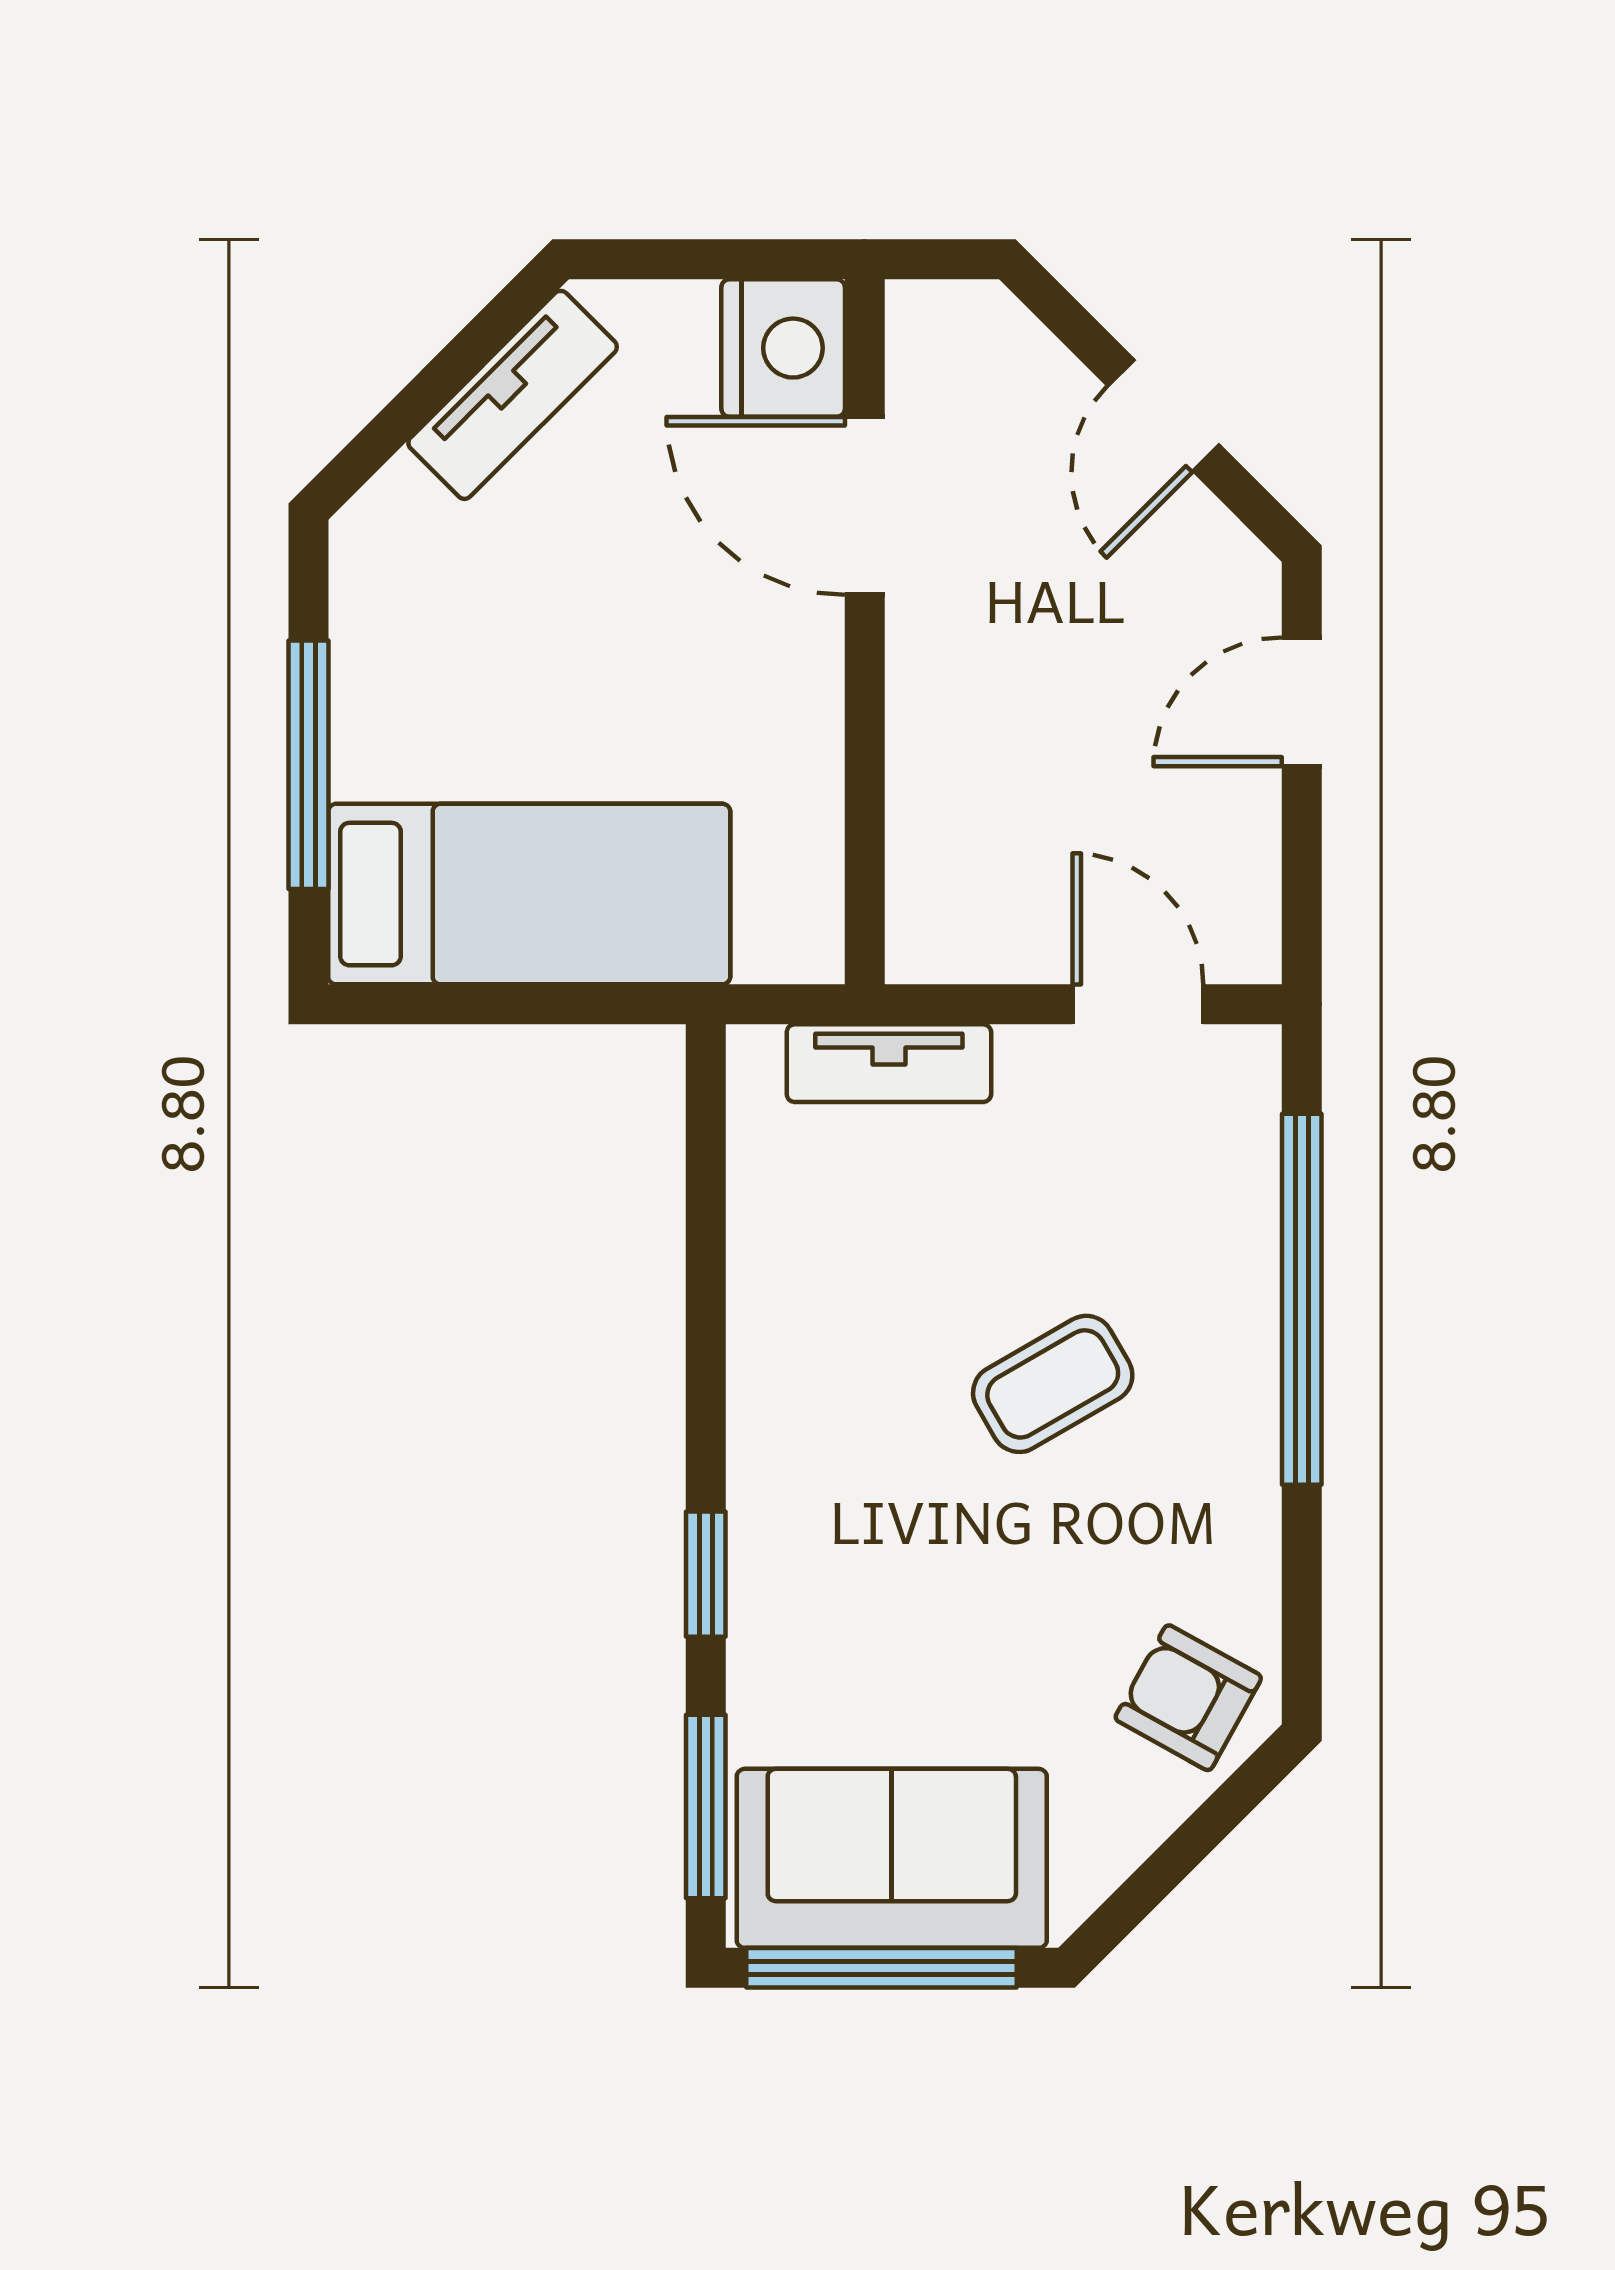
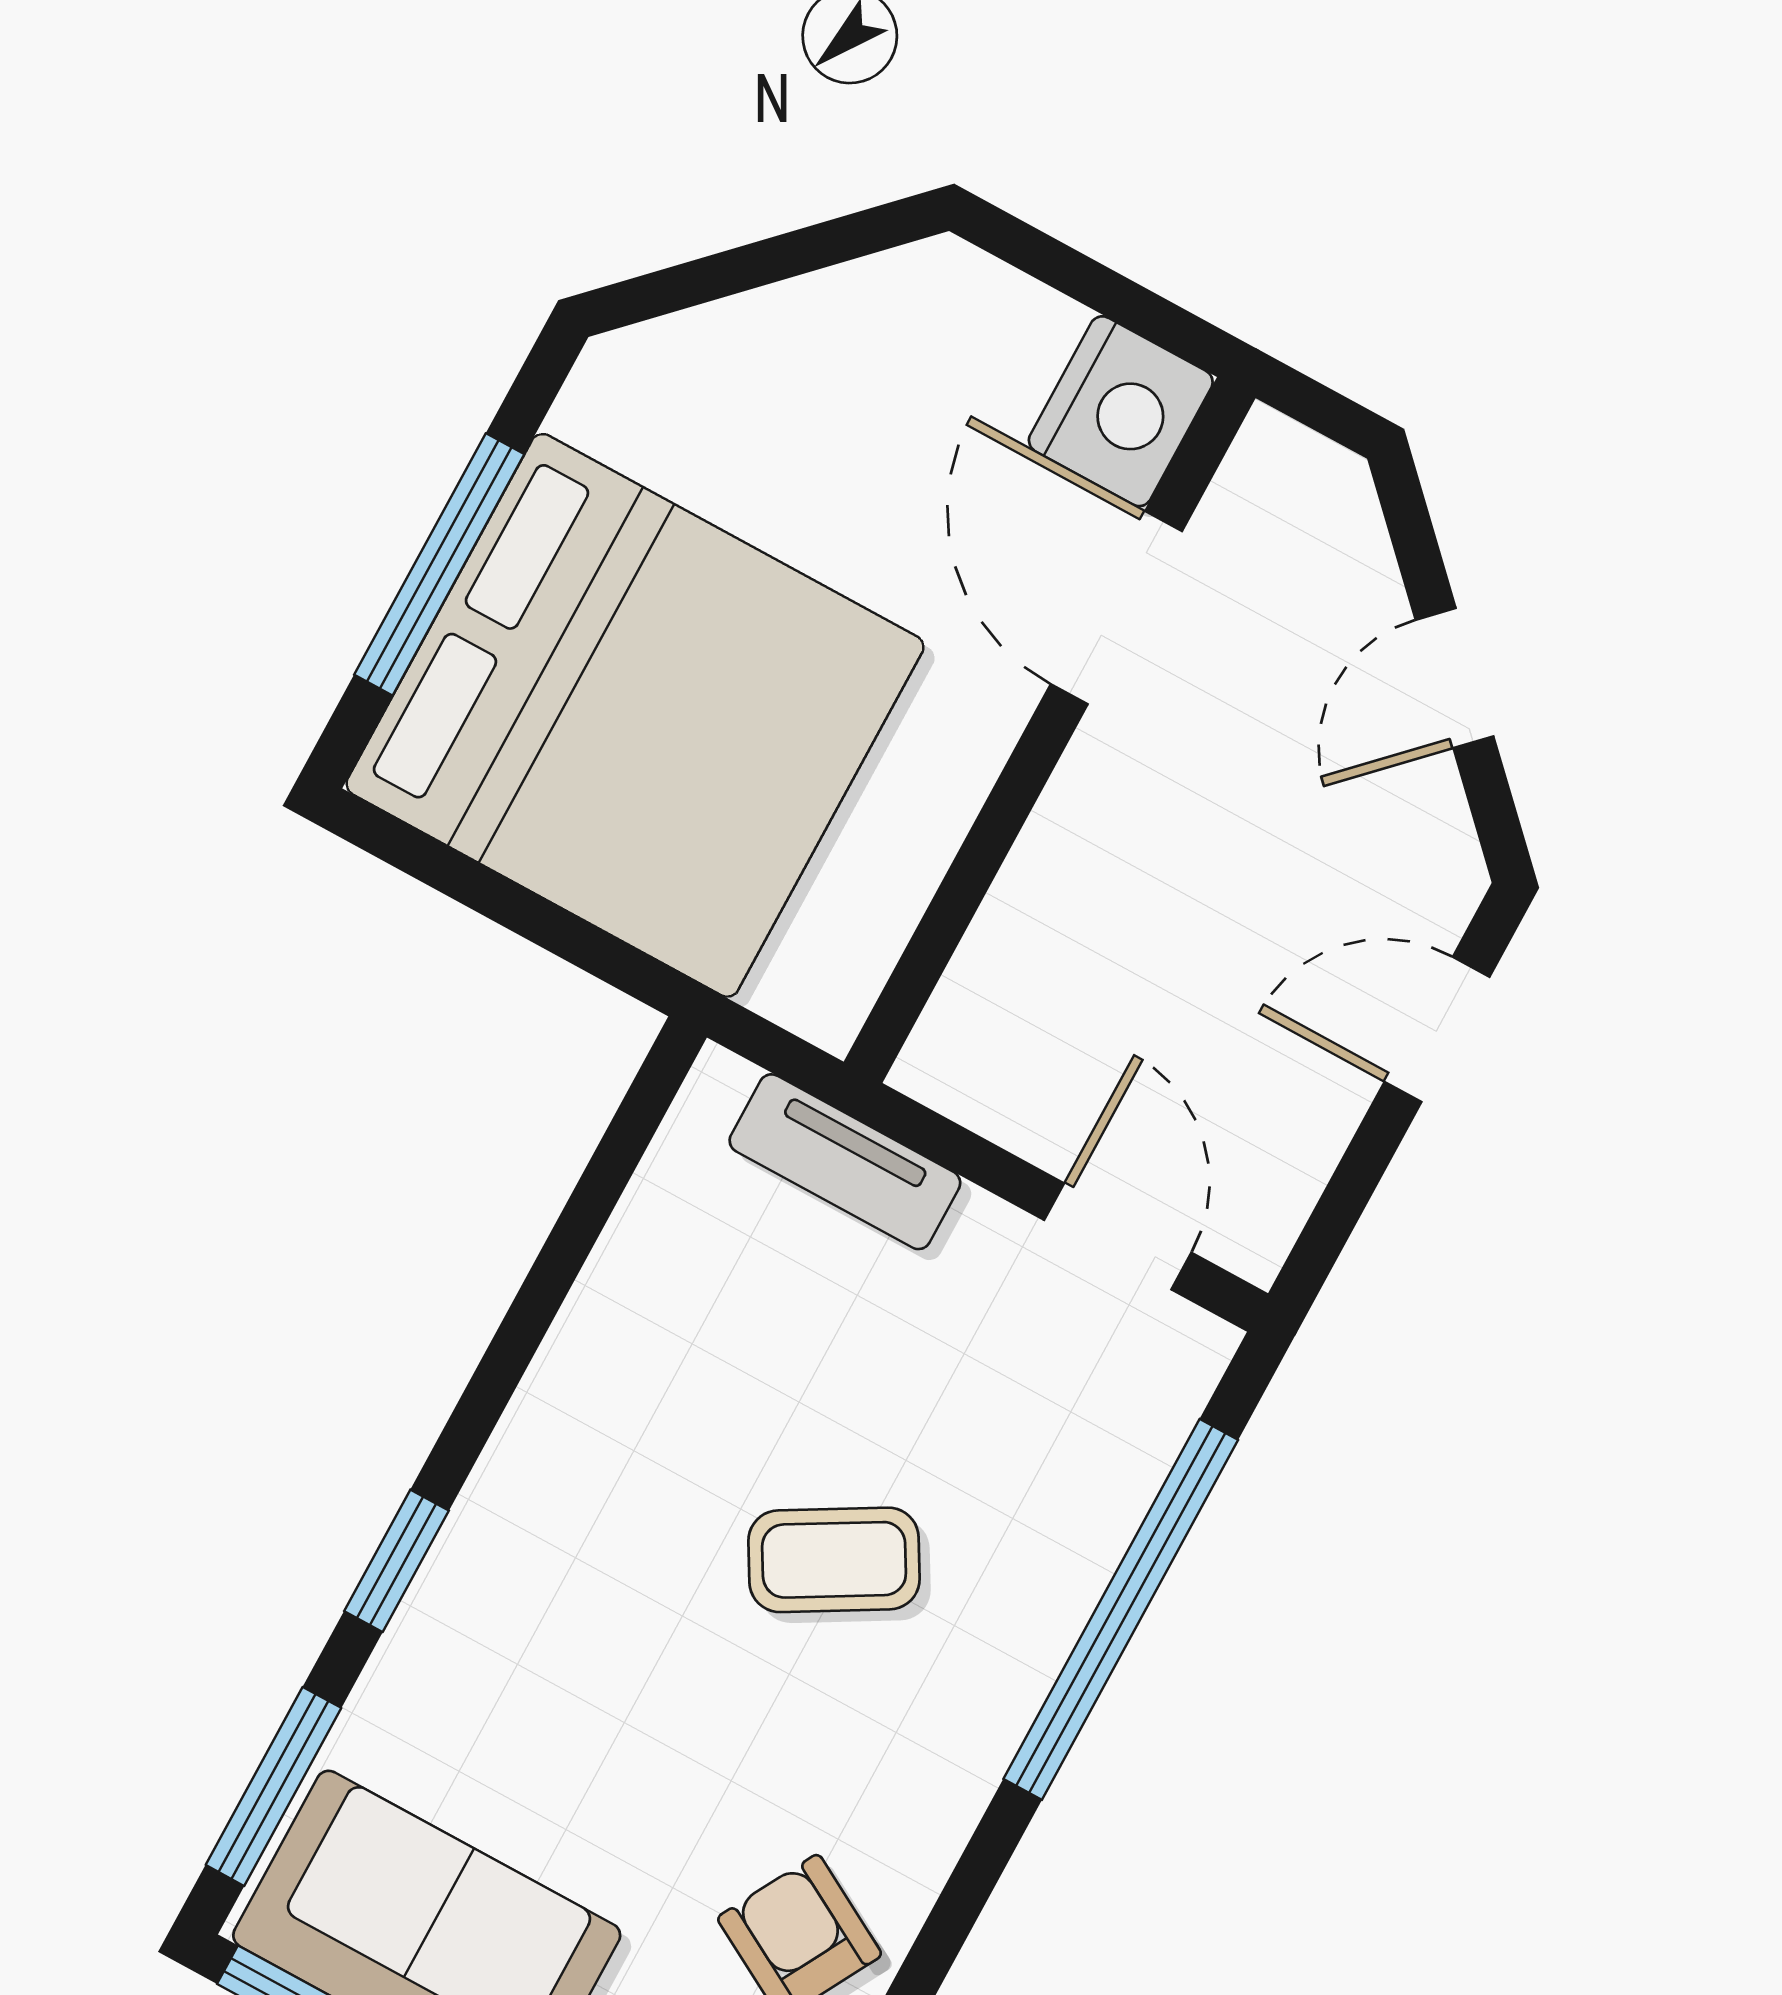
tv unit: (513, 395) -> (833, 313), removed
bed: (529, 894) -> (635, 715), width x2.04

